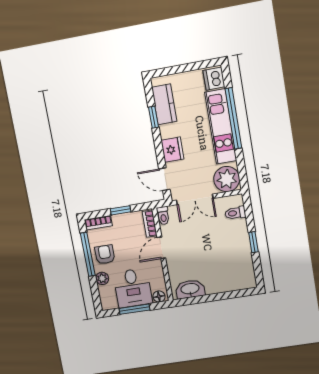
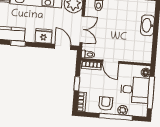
door: (164, 179) -> (63, 47), swing flipped
window: (88, 254) -> (116, 117), moved
armchair: (105, 255) -> (106, 103), turned 90
washbasin: (190, 289) -> (147, 25), moved
window: (134, 309) -> (151, 93), width x1.44

